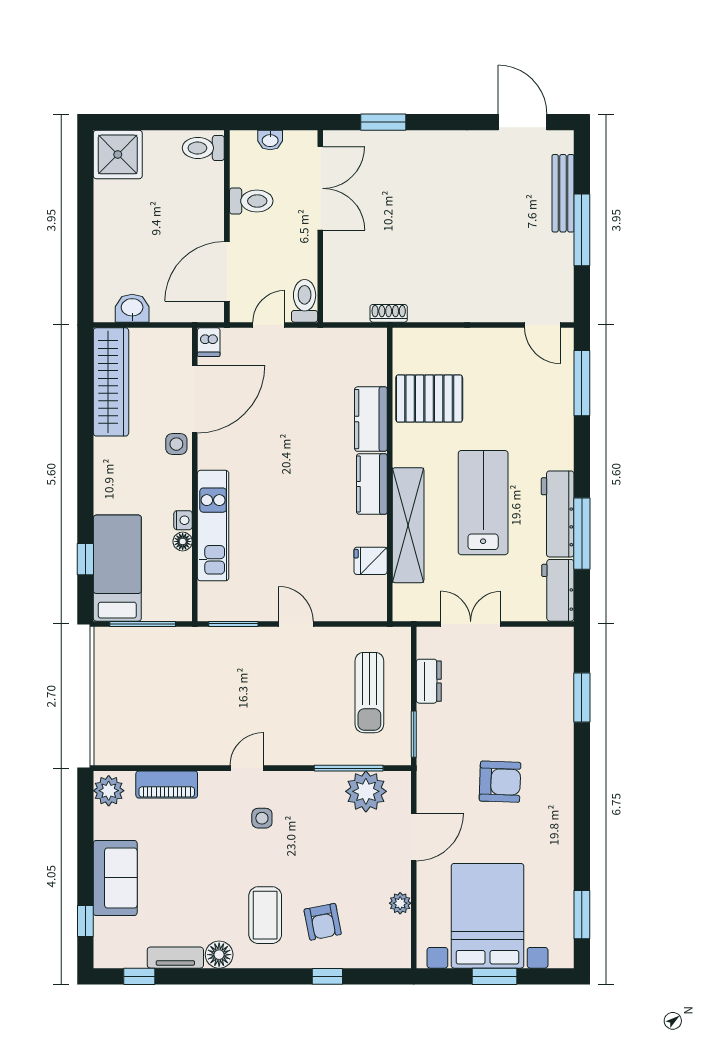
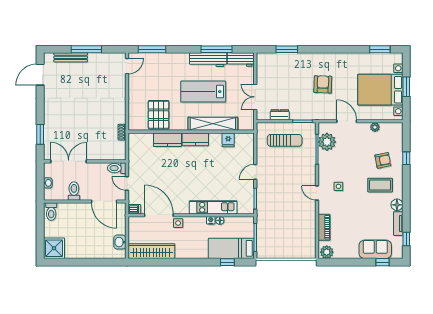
sofa: (115, 878) -> (375, 249), moved

